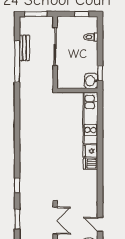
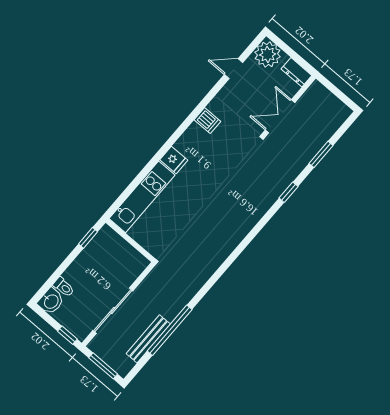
window: (82, 14) -> (67, 335), moved
bench: (24, 48) -> (148, 339), width x1.36
washbasin: (91, 81) -> (51, 301), moved
dishwasher: (91, 164) -> (207, 121), moved
door: (100, 224) -> (234, 69), swing flipped

